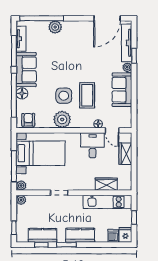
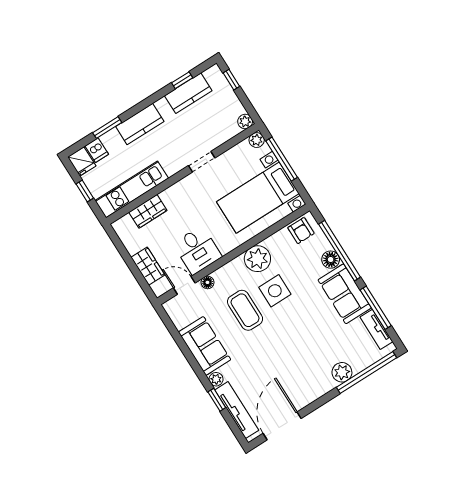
window: (66, 245) -> (107, 128), moved

